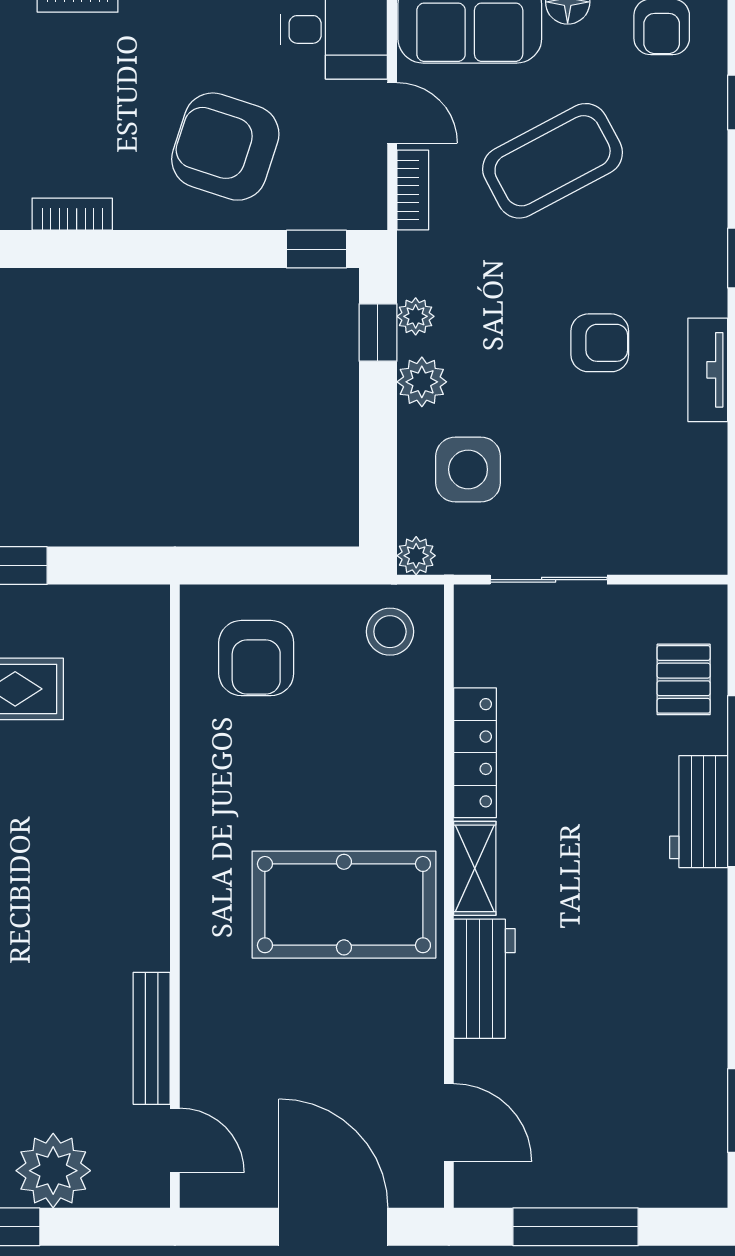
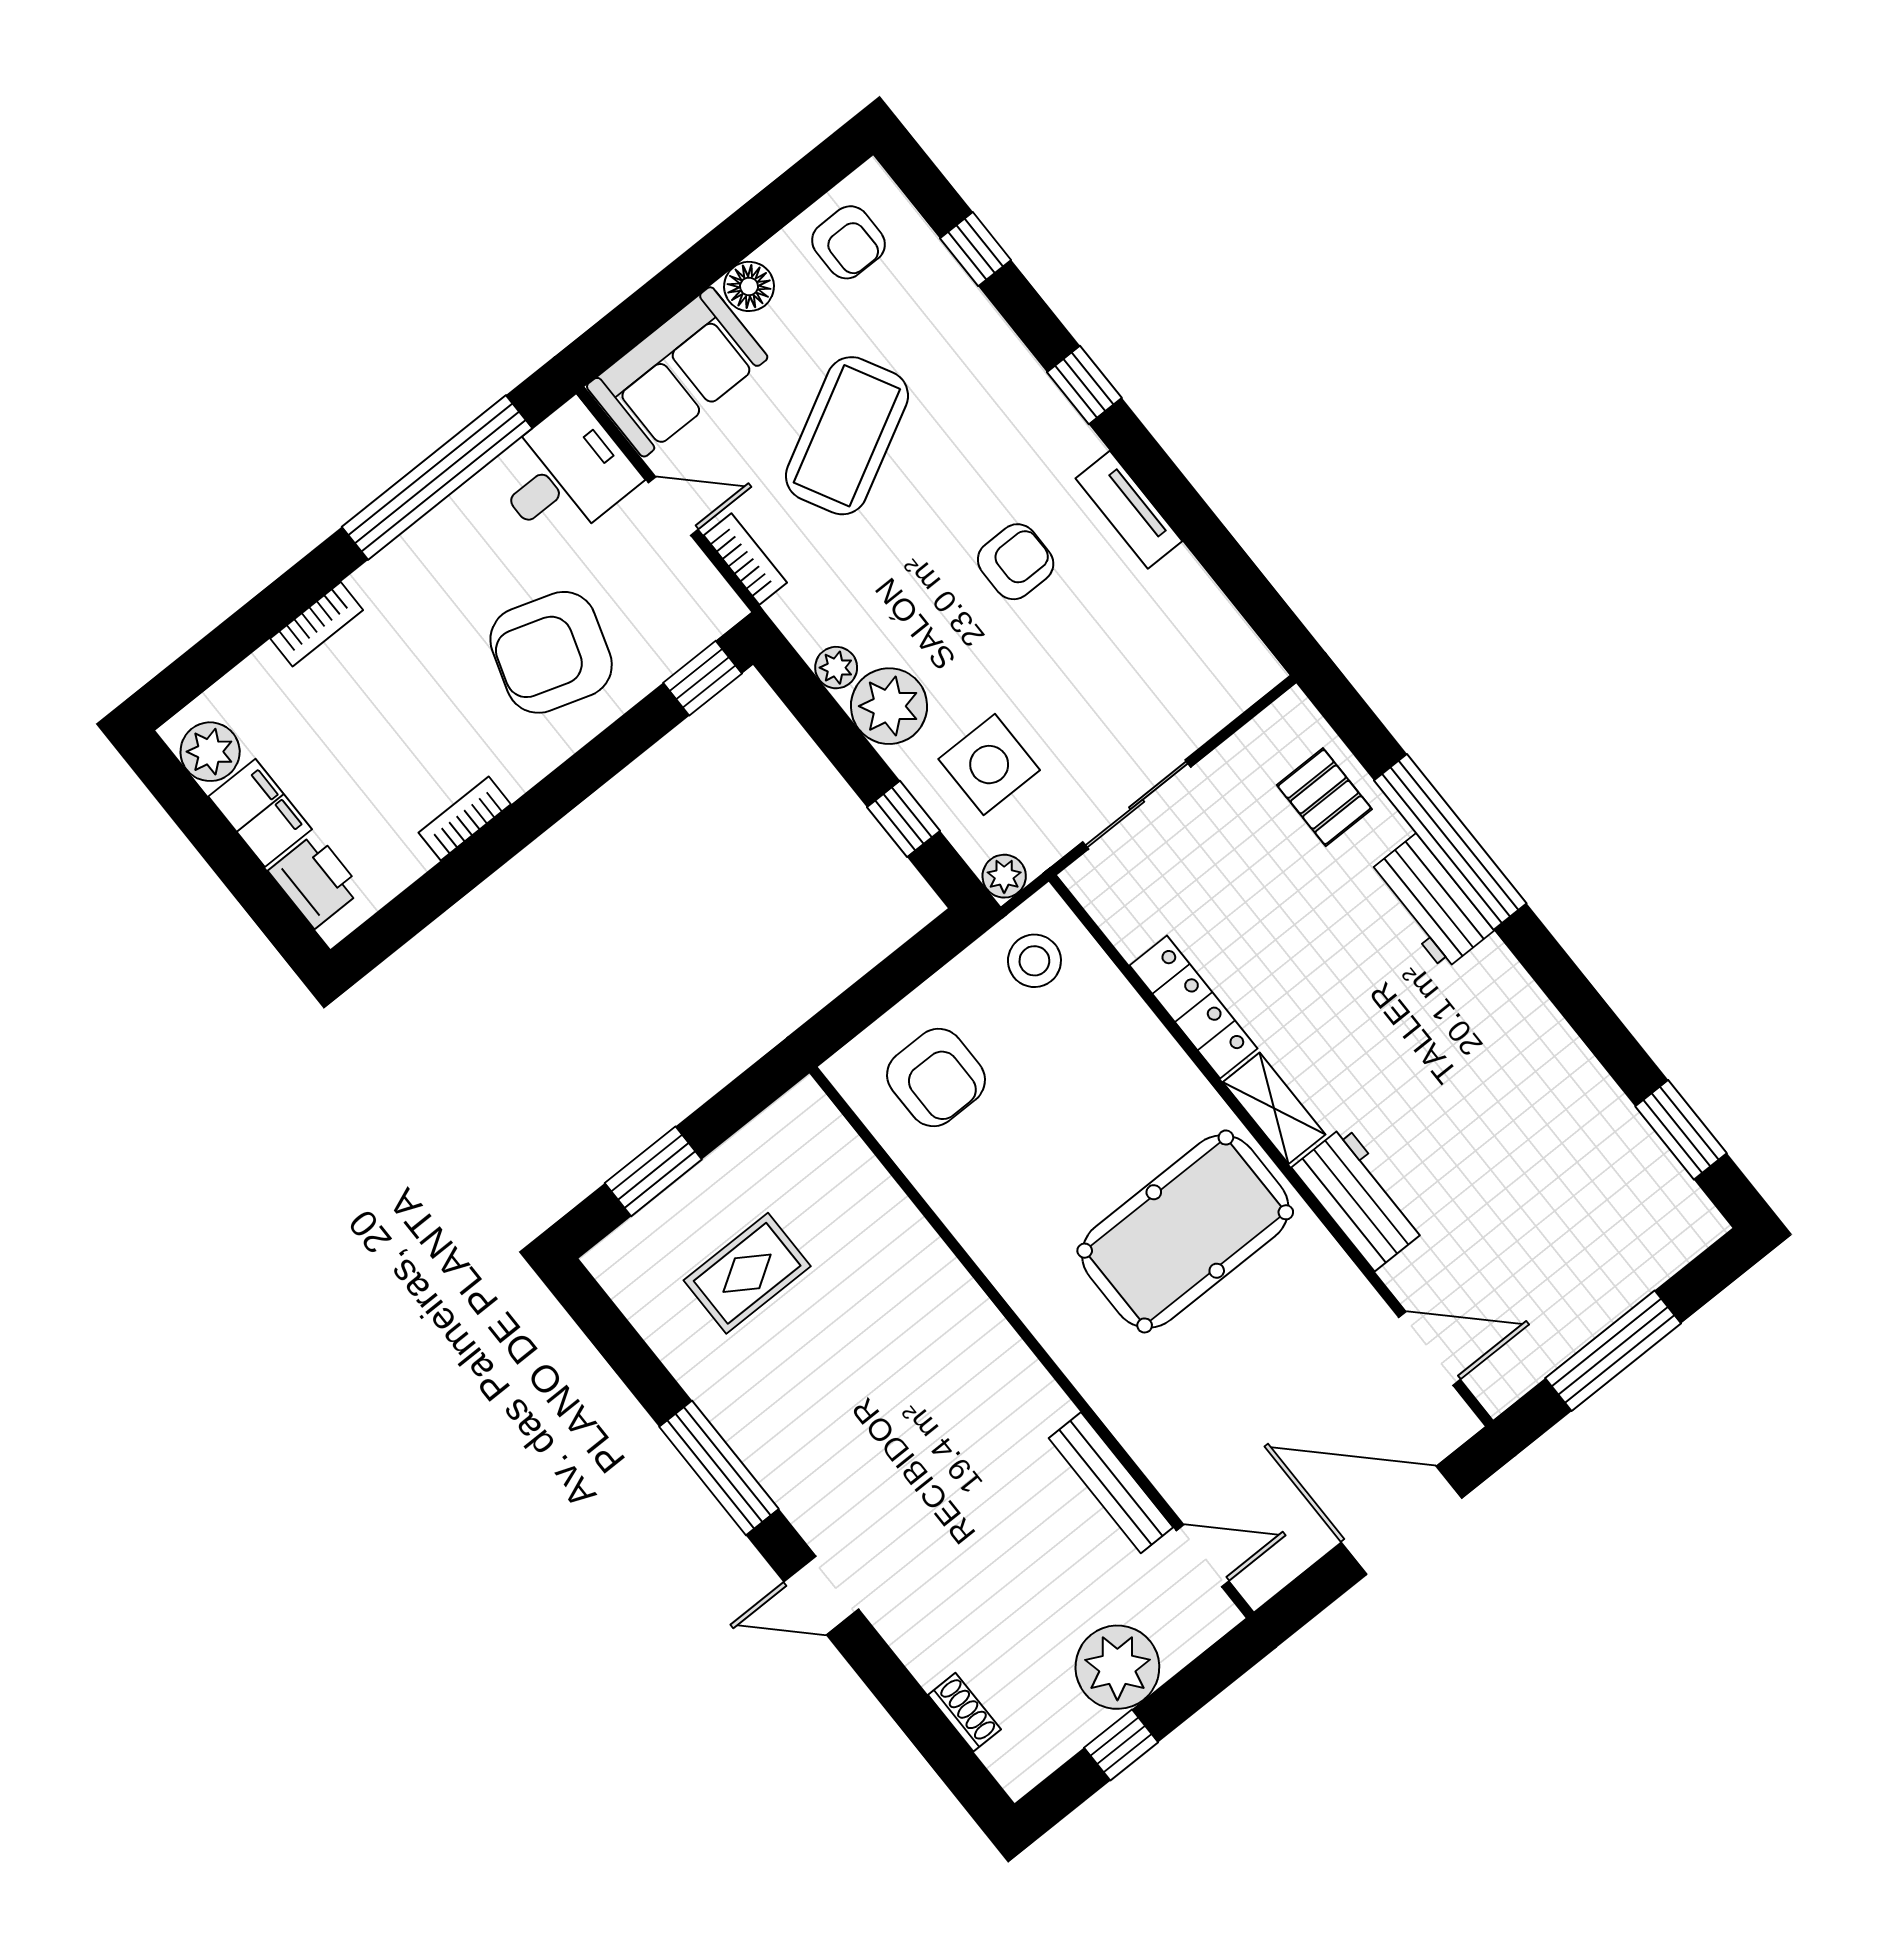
window: (378, 333) -> (904, 819), moved
plant: (422, 382) -> (889, 706), width x1.36, depth x1.36

